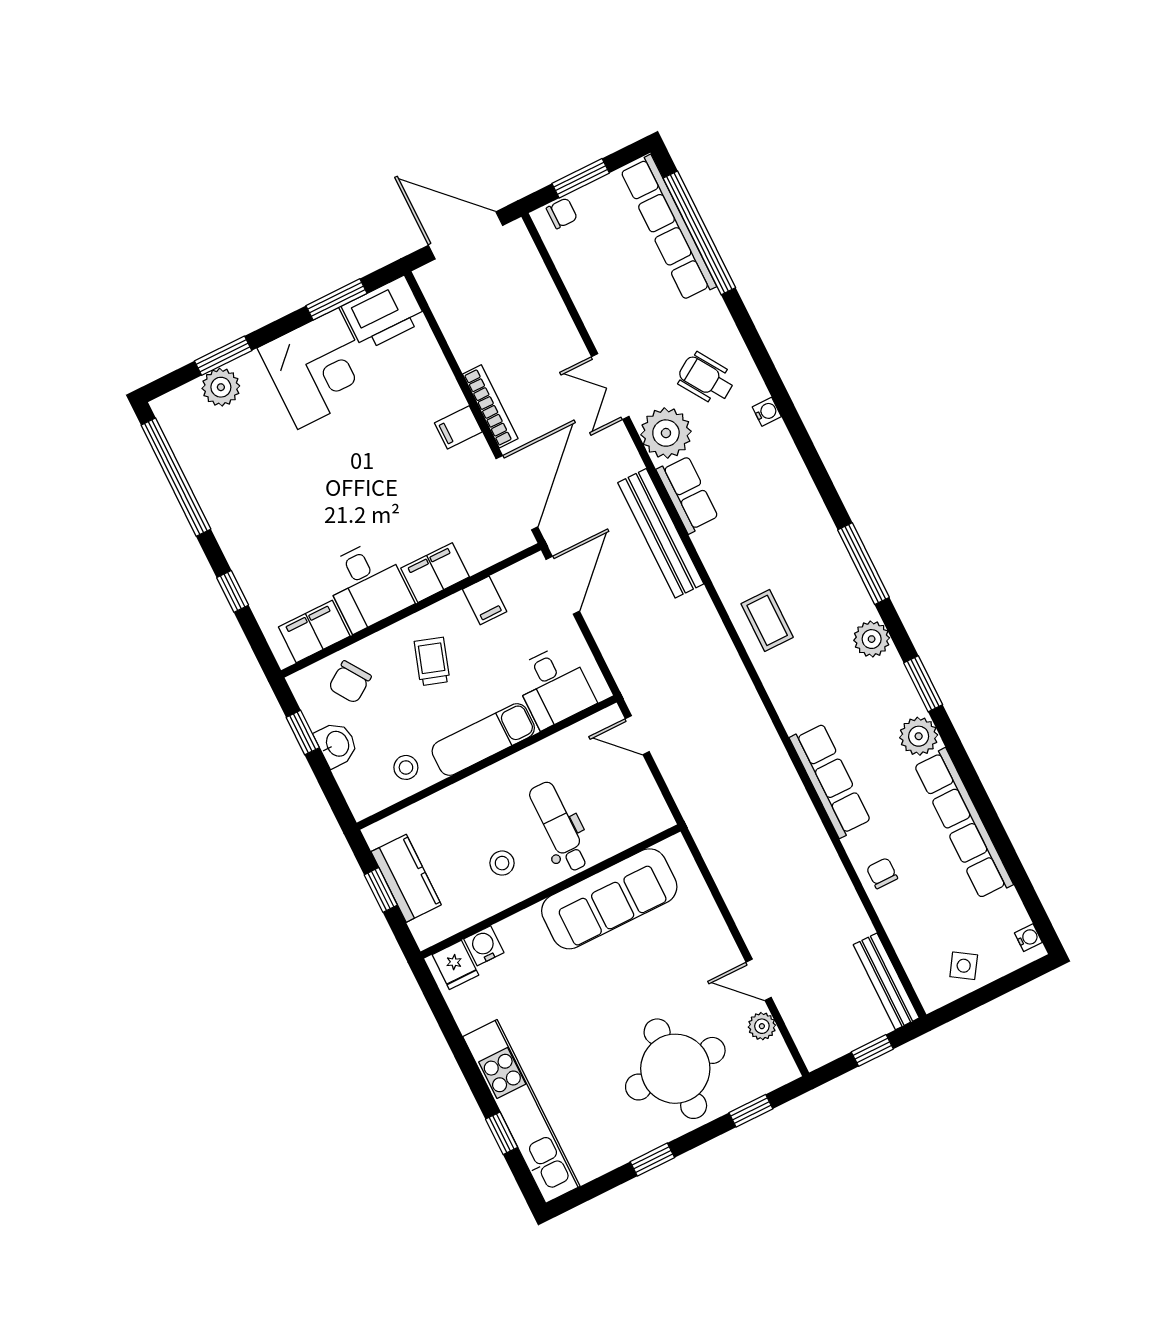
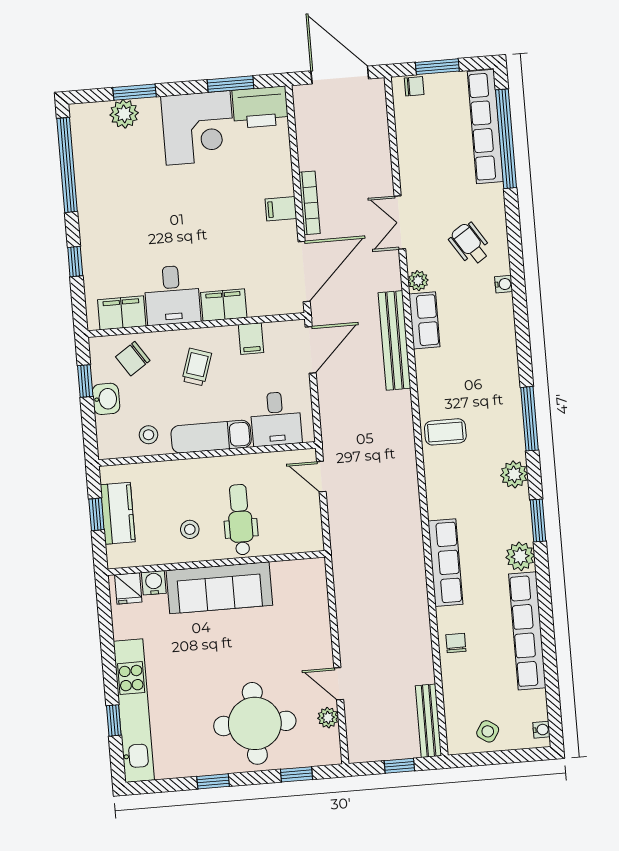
plant: (666, 433) -> (418, 281), width x0.53, depth x0.53
coffee table: (767, 620) -> (445, 432), turned 90
sofa: (609, 899) -> (219, 588), moved

